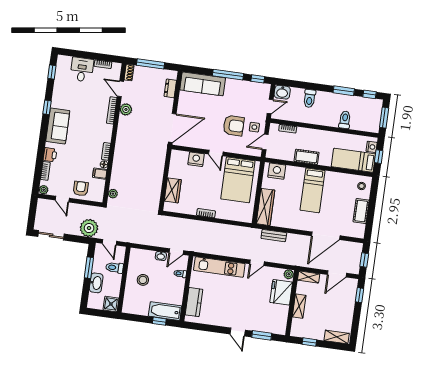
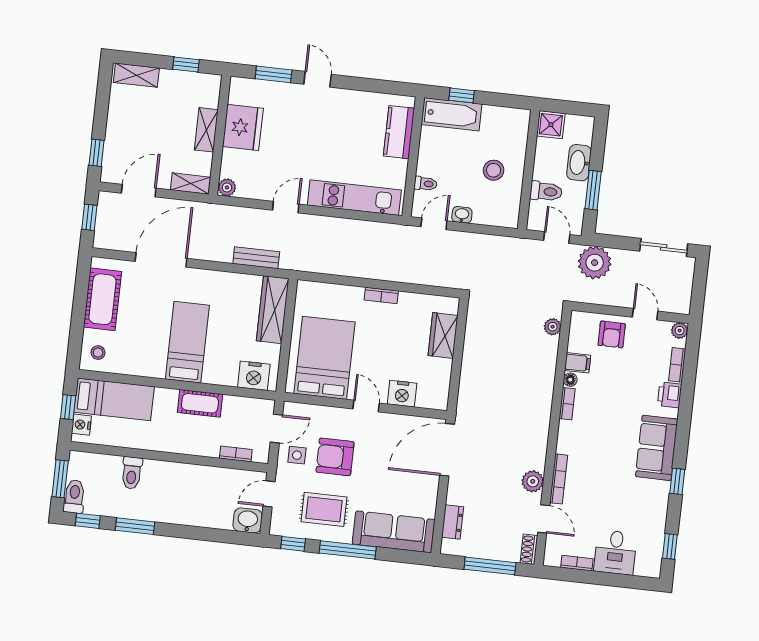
rug: (240, 97) -> (324, 509), added
toilet: (309, 98) -> (74, 496), moved
cot: (361, 211) -> (102, 299), width x1.37, depth x1.34
fridge: (281, 292) -> (243, 127), moved

